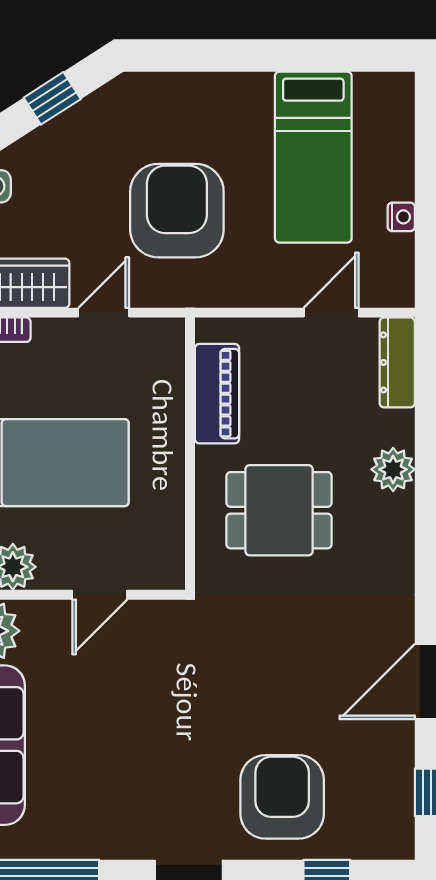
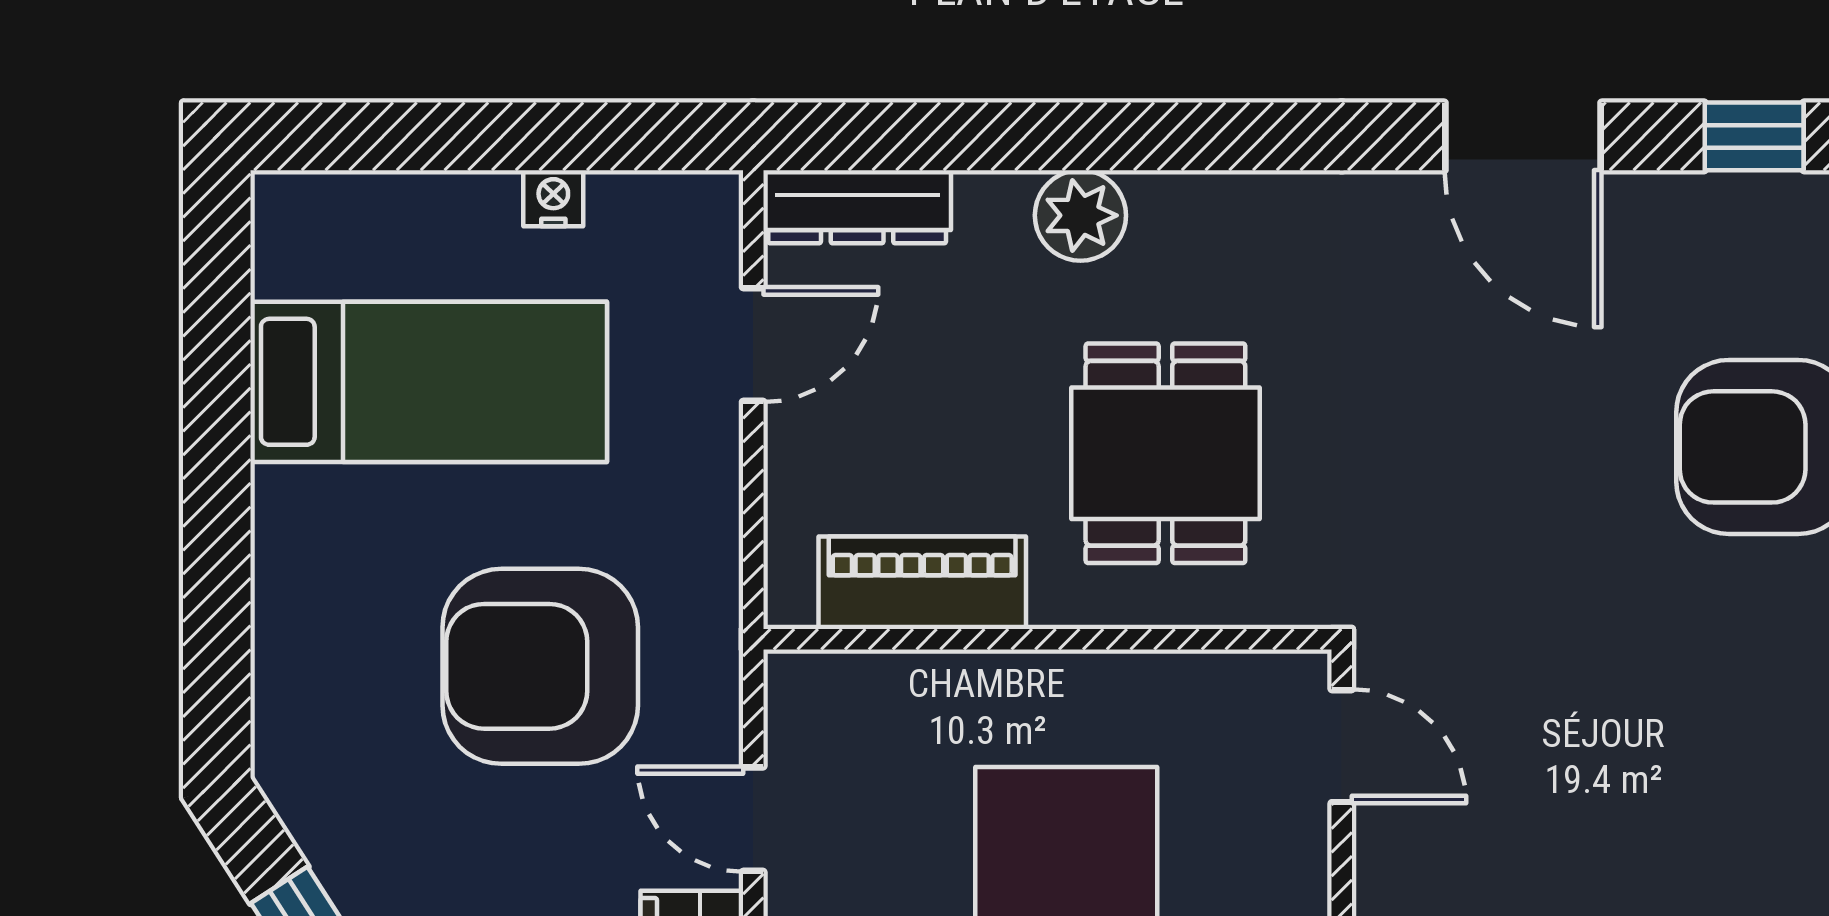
door: (331, 313) -> (753, 345), swing flipped
door: (100, 595) -> (1342, 746), moved

